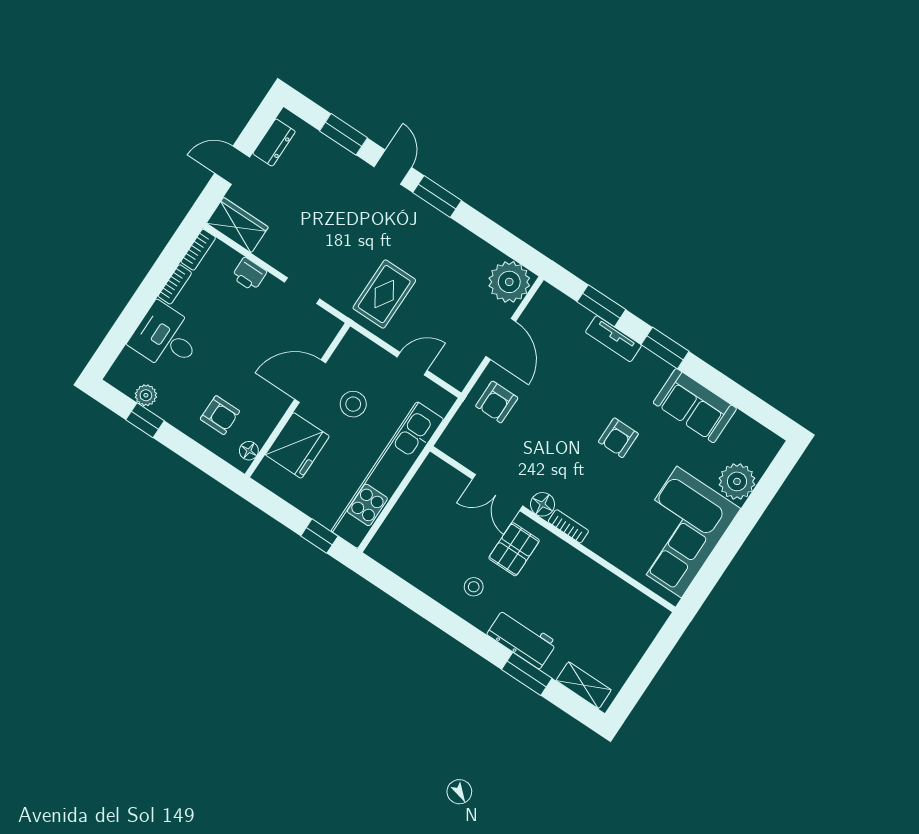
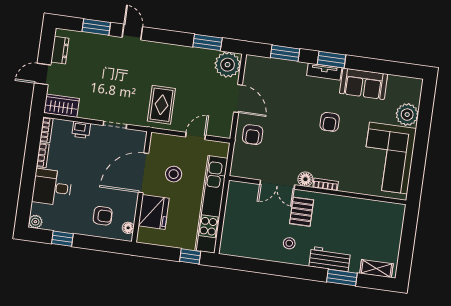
window: (437, 197) -> (207, 42), moved
tv unit: (613, 339) -> (324, 72), moved
door: (310, 381) -> (144, 173), width x1.36
plant: (146, 395) -> (35, 222), moved

